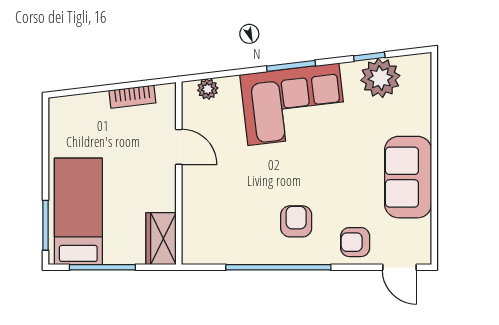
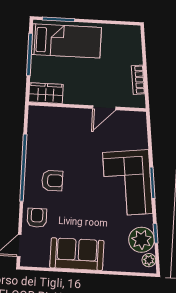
plant: (208, 89) -> (149, 260), moved

